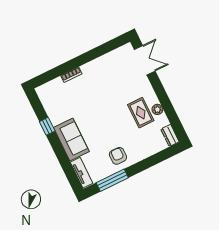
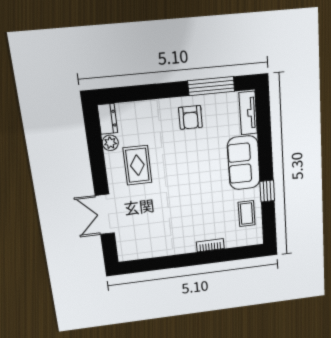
double door: (145, 60) -> (105, 214), moved
coffee table: (55, 106) -> (247, 214), added
plant: (157, 109) -> (110, 143), moved

